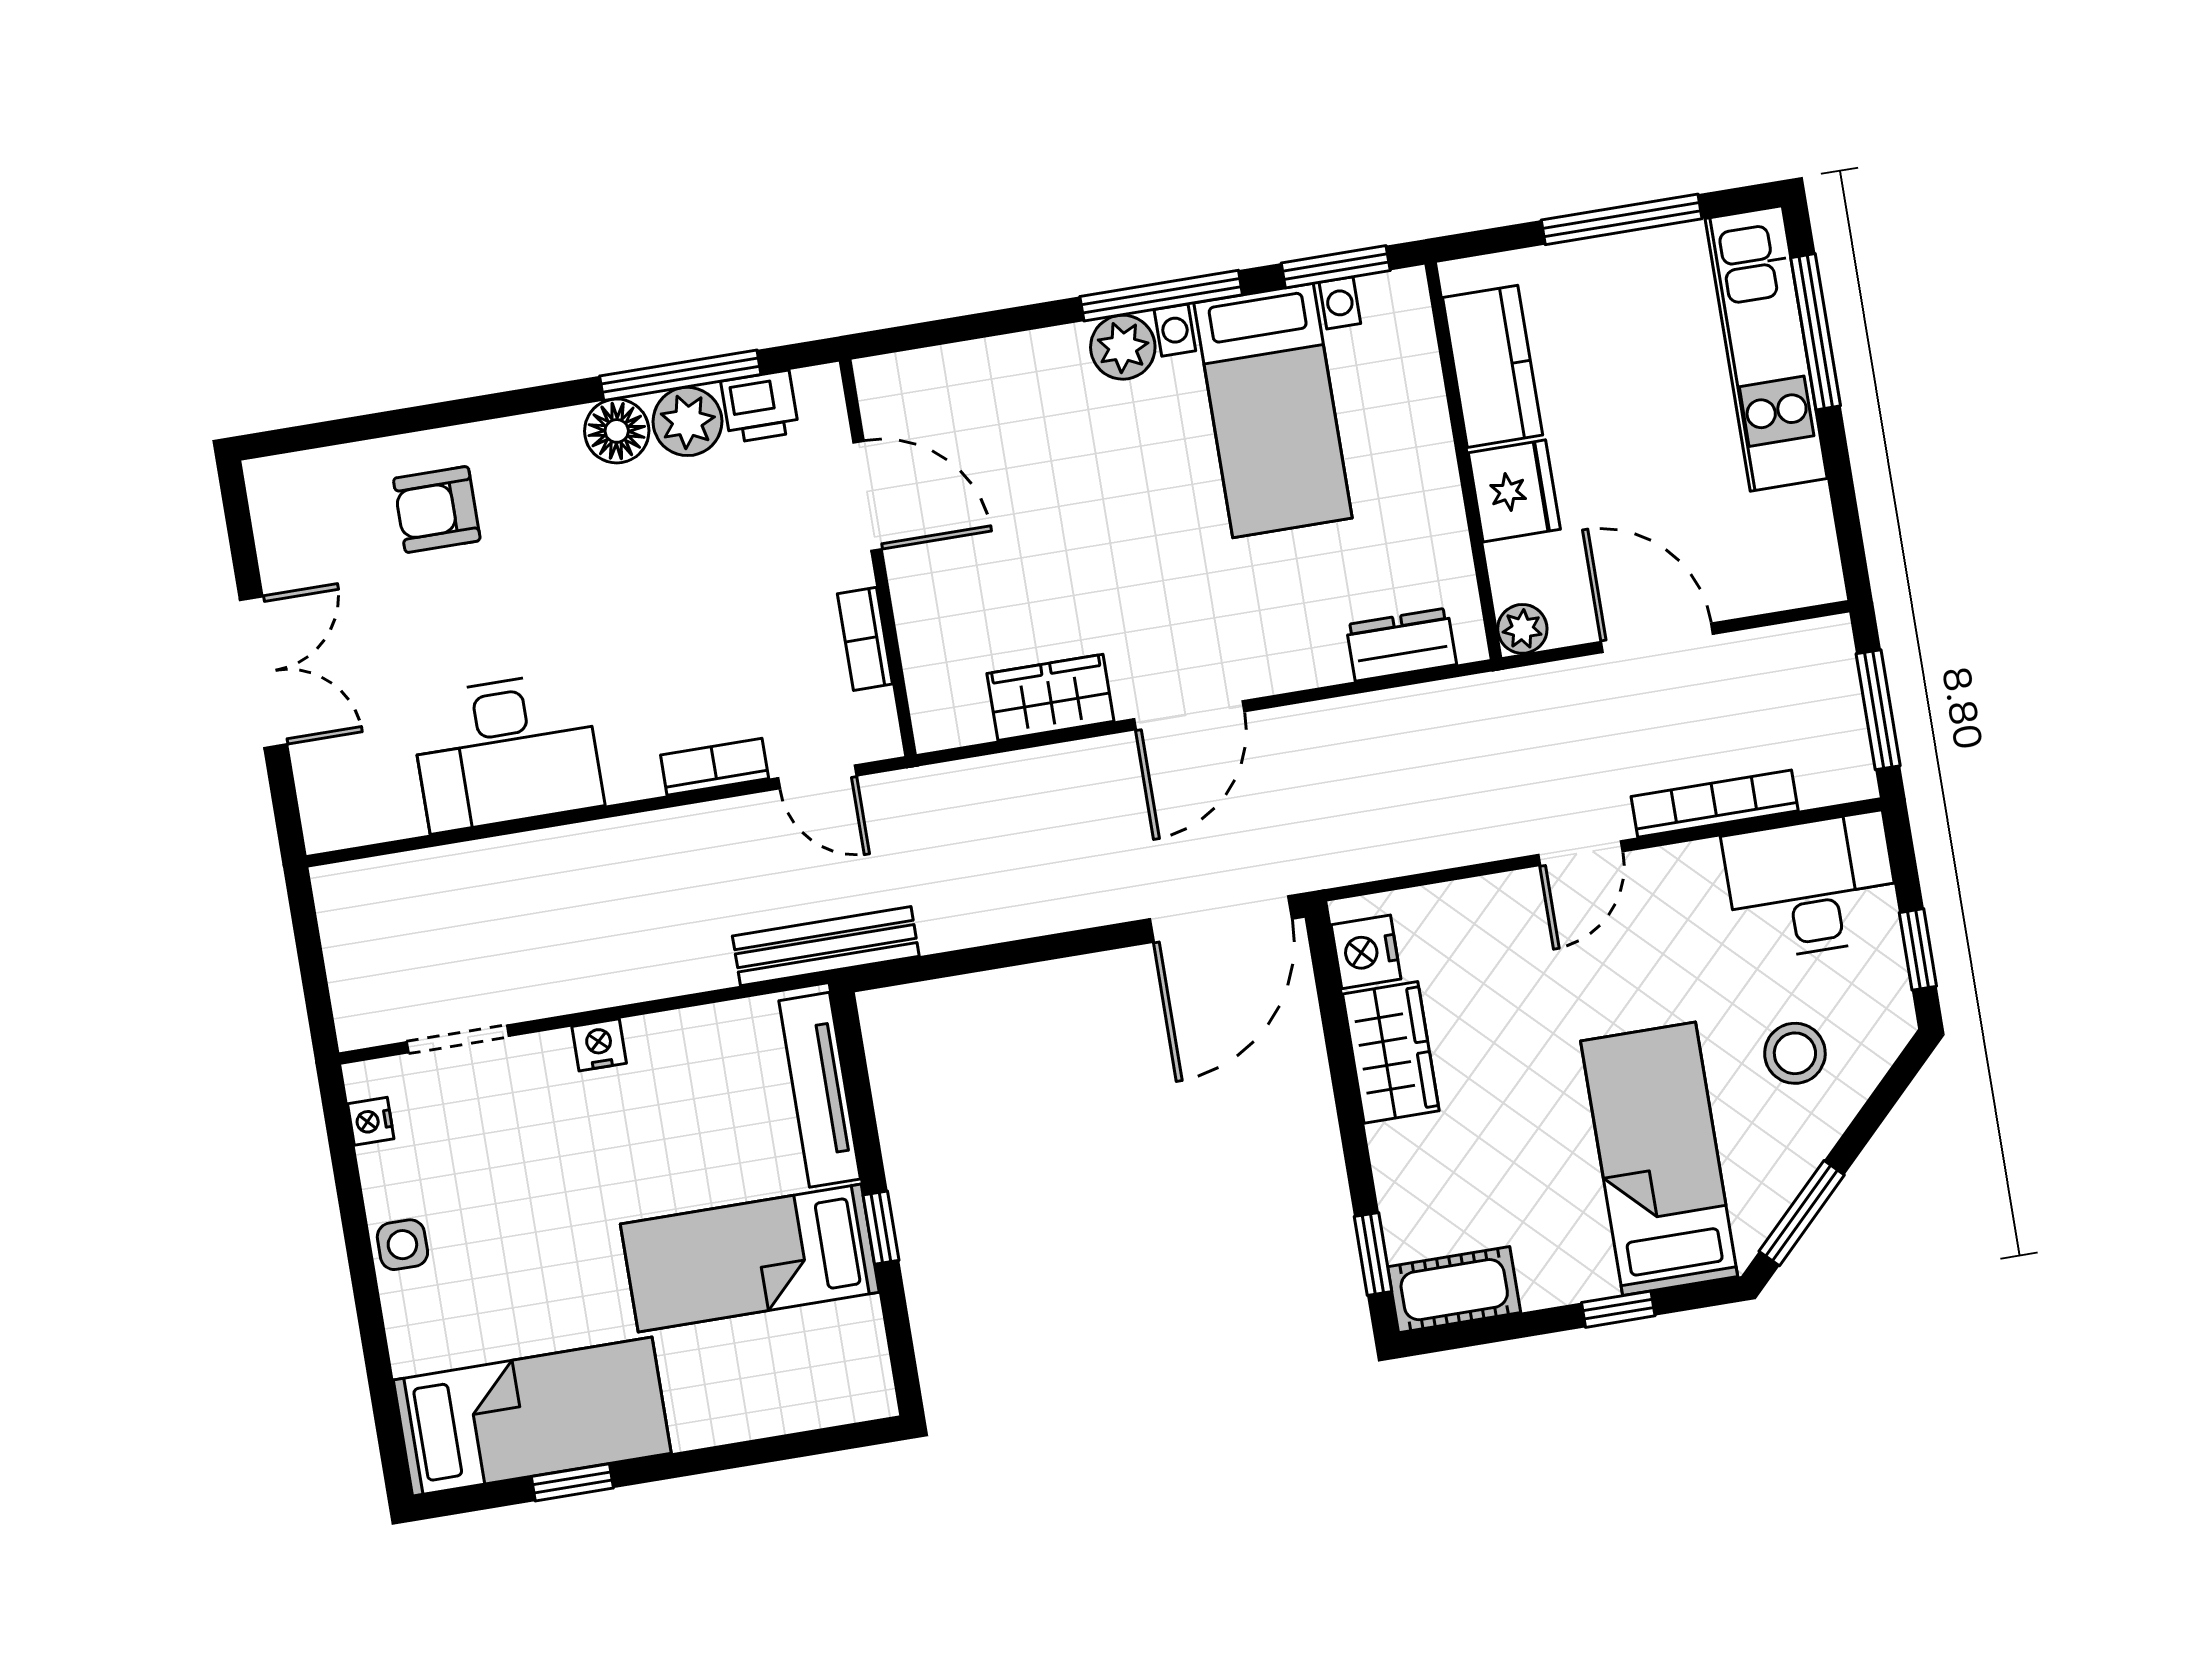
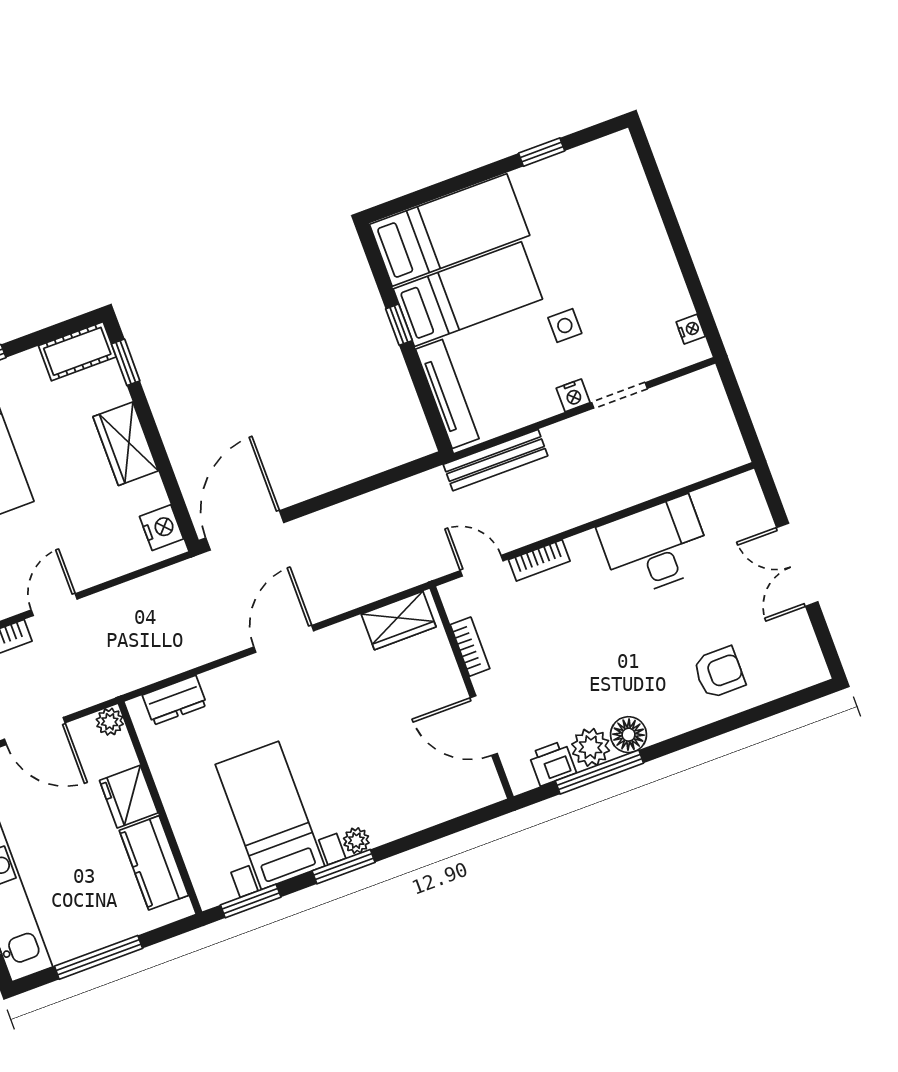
window: (1161, 296) -> (344, 867), width x0.69
plant: (1123, 347) -> (356, 841), width x0.73, depth x0.73
wardrobe: (1050, 697) -> (399, 621), moved
bench: (826, 946) -> (495, 460), moved
doorway: (458, 1039) -> (619, 395), moved
wardrobe: (1391, 1052) -> (126, 444), moved
side table: (402, 1245) -> (565, 326), moved
bed: (532, 1417) -> (450, 230), moved, turned 180

